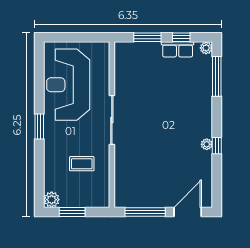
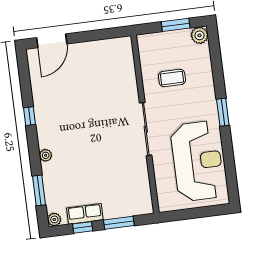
window: (217, 76) -> (39, 190), width x0.69
plant: (207, 144) -> (46, 155), moved
window: (145, 212) -> (97, 35), removed

